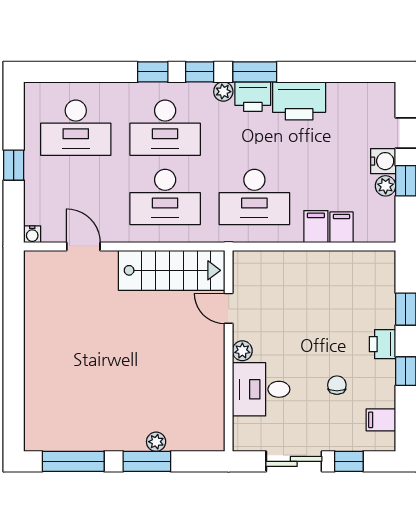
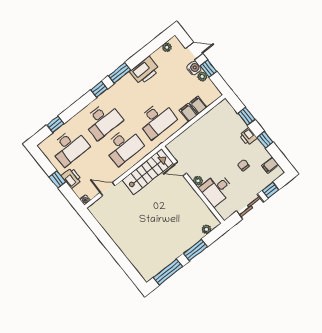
window: (153, 72) -> (55, 124), moved
plant: (223, 92) -> (167, 47), moved
printer: (253, 97) -> (71, 178), moved, turned -90
plant: (156, 442) -> (206, 229), moved

